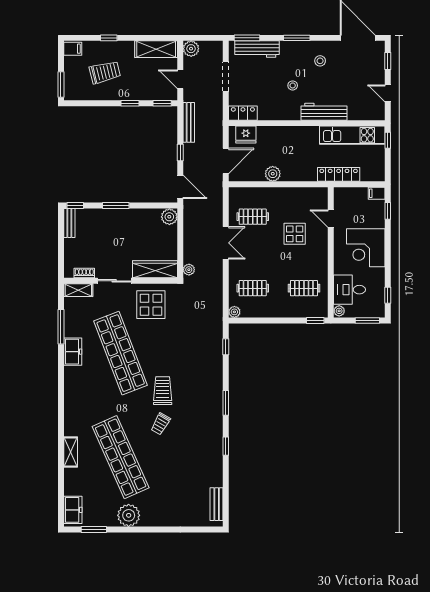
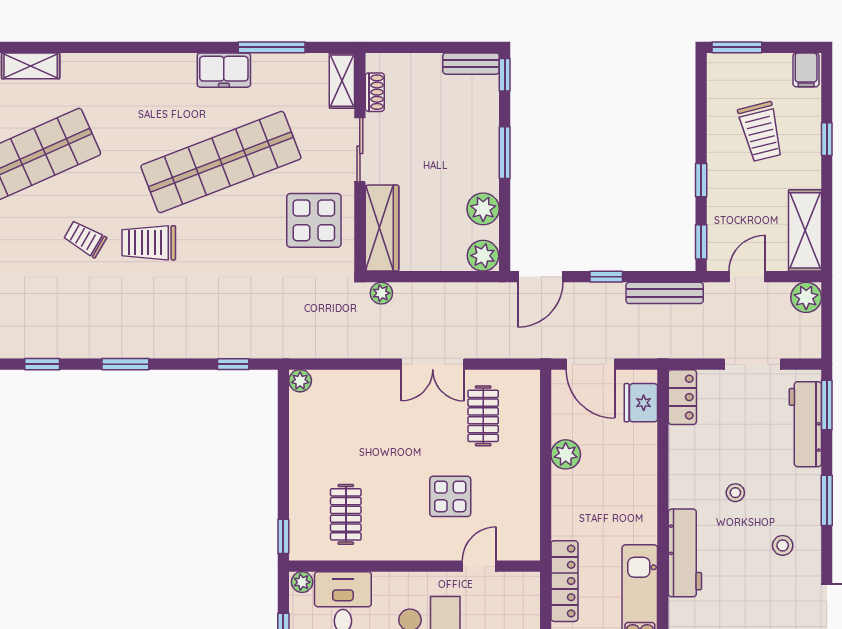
plant: (145, 217) -> (483, 209), added
clothes rail: (253, 288) -> (346, 416), removed
trolley: (163, 391) -> (149, 243), turned 180

